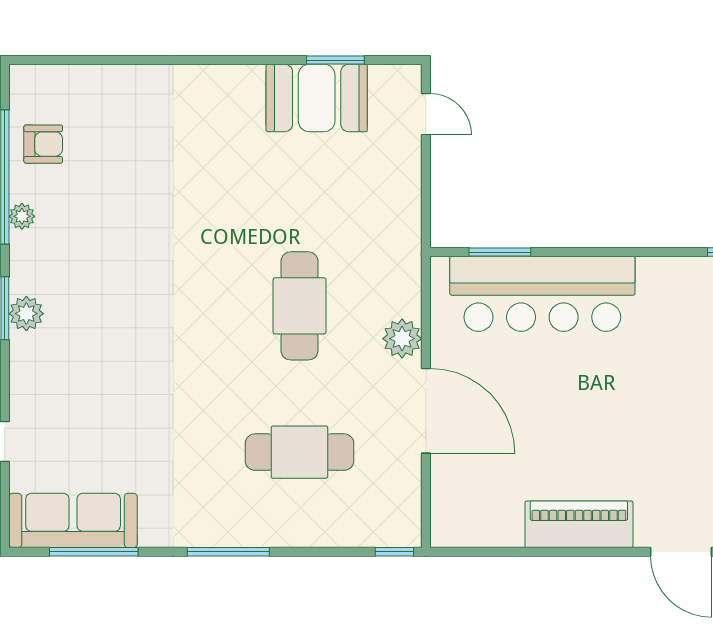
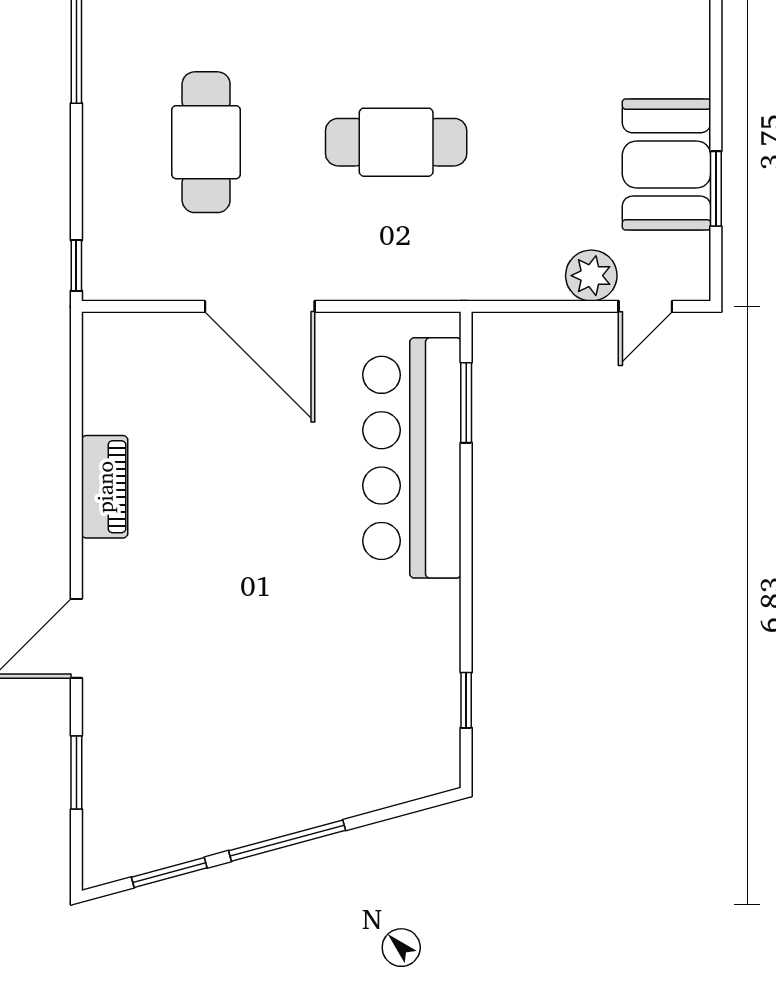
plant: (402, 339) -> (591, 276), moved
door: (426, 411) -> (260, 306), hinge flipped
piano: (579, 524) -> (105, 487), width x0.73, depth x0.75

